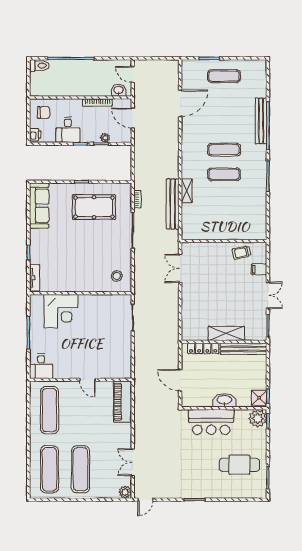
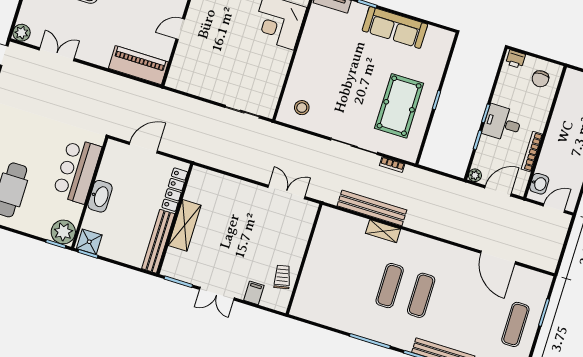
desk: (68, 130) -> (502, 123), moved
plant: (105, 138) -> (475, 175), moved
sofa: (39, 206) -> (395, 27), moved

